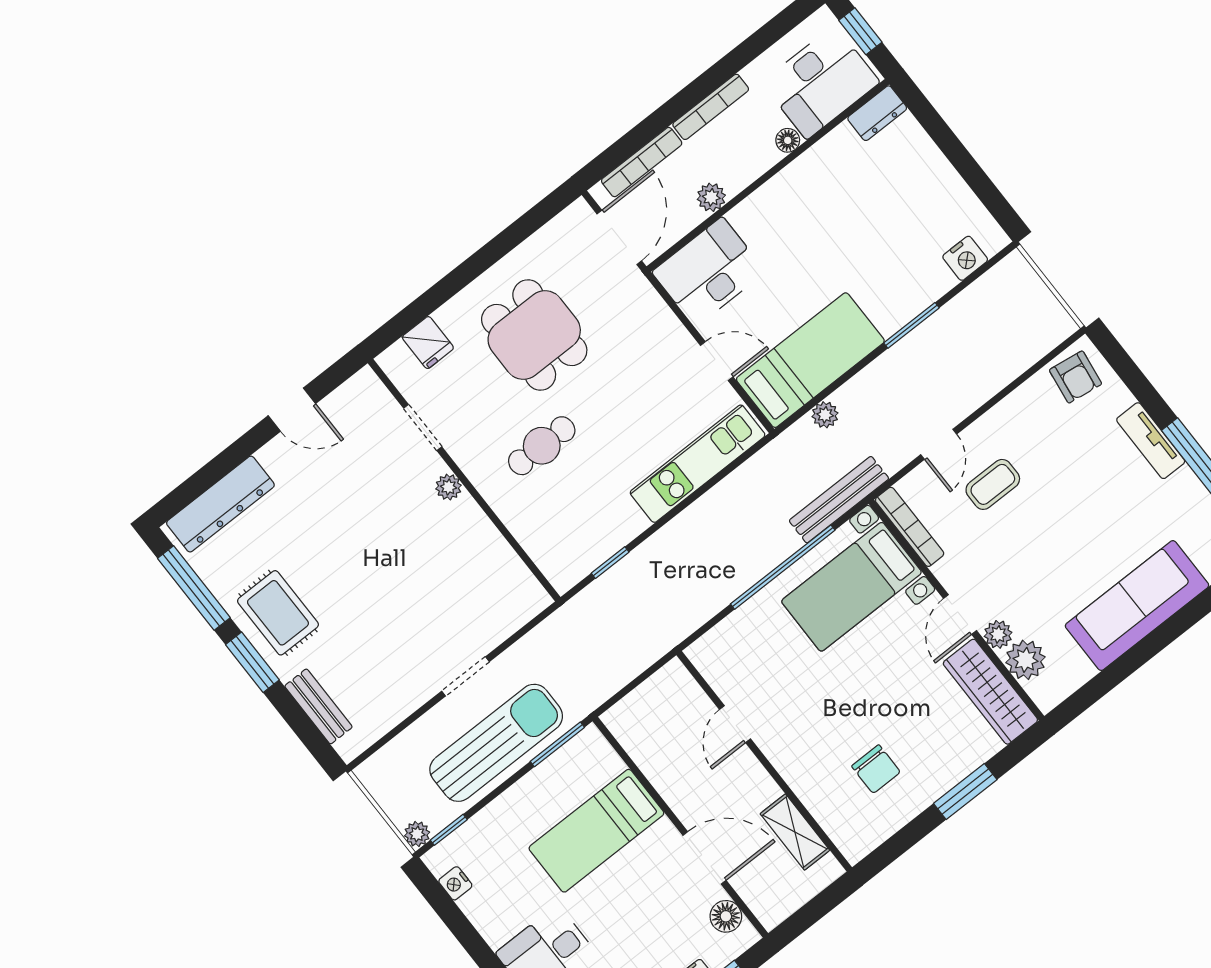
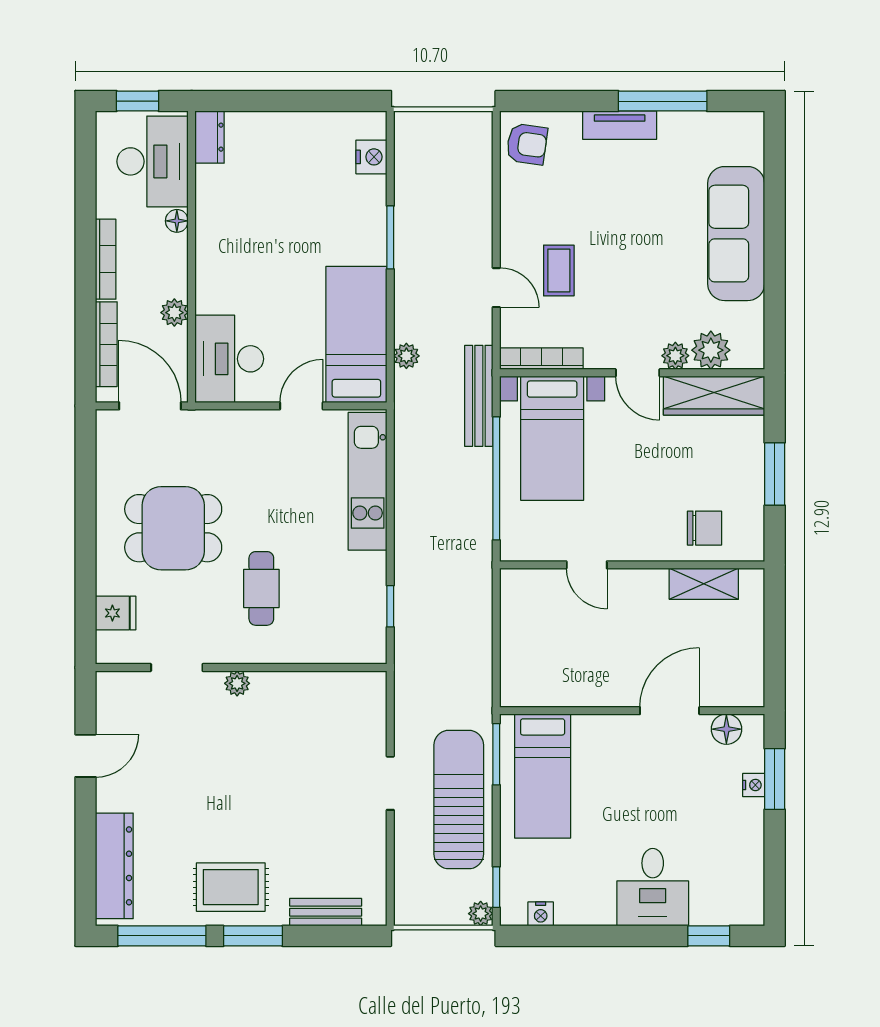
door: (735, 724) -> (587, 565), moved
wall: (764, 761) -> (632, 565), moved
bed: (596, 831) -> (543, 776), moved
shelving: (795, 832) -> (704, 584), moved

